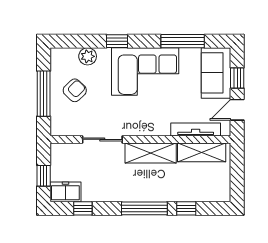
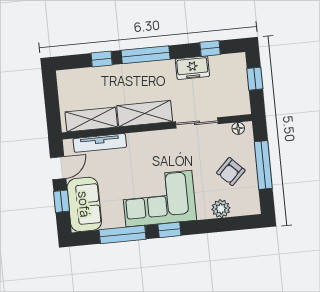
window: (117, 41) -> (169, 230), moved
floor lamp: (64, 130) -> (238, 128), added
freezer: (65, 192) -> (192, 68), moved

